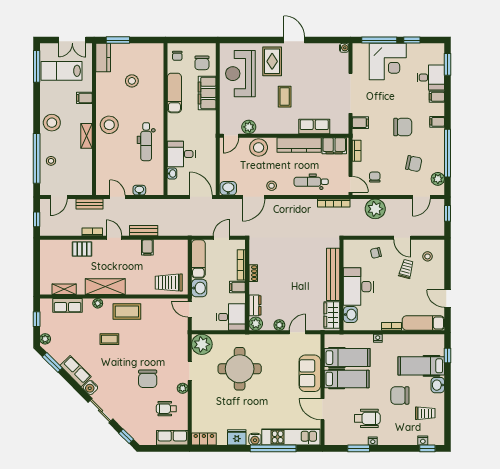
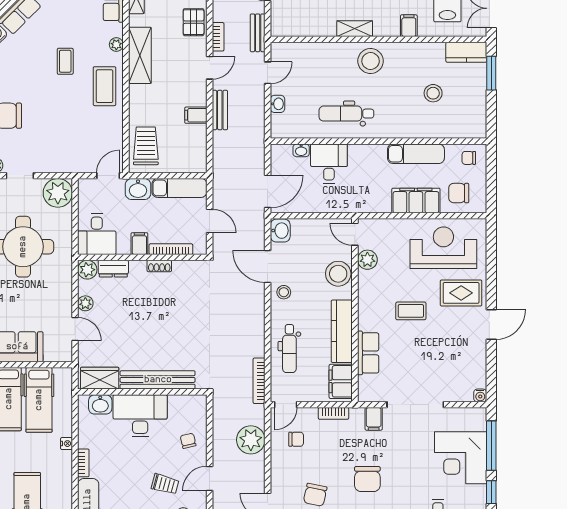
dental chair: (311, 182) -> (289, 349), turned 180

